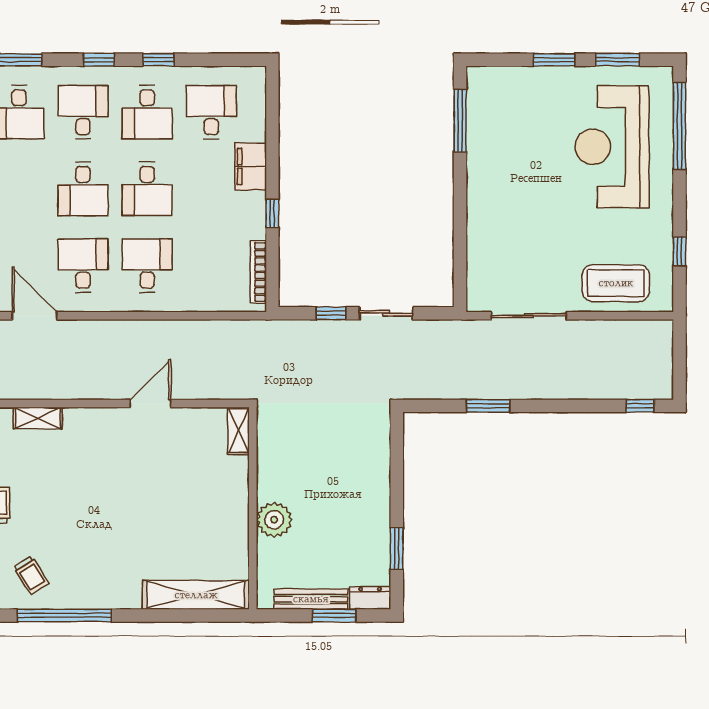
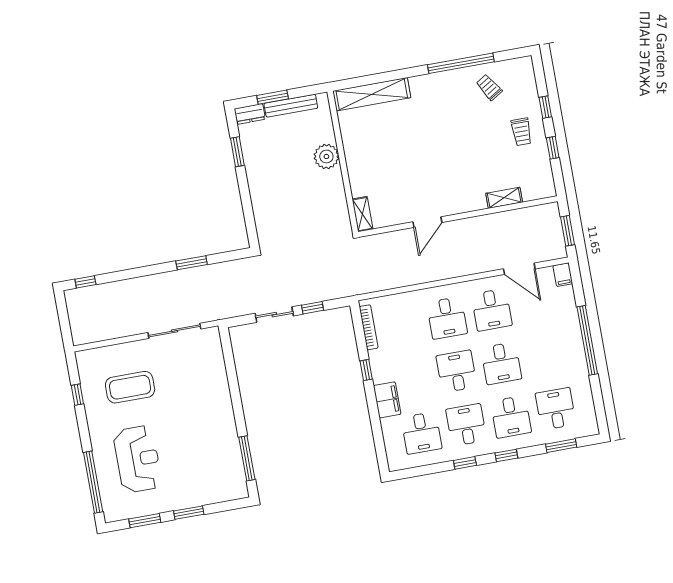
reception desk: (612, 147) -> (138, 459), width x0.74, depth x0.77
desk: (83, 189) -> (501, 363), turned 180
coffee table: (616, 283) -> (130, 387), moved

